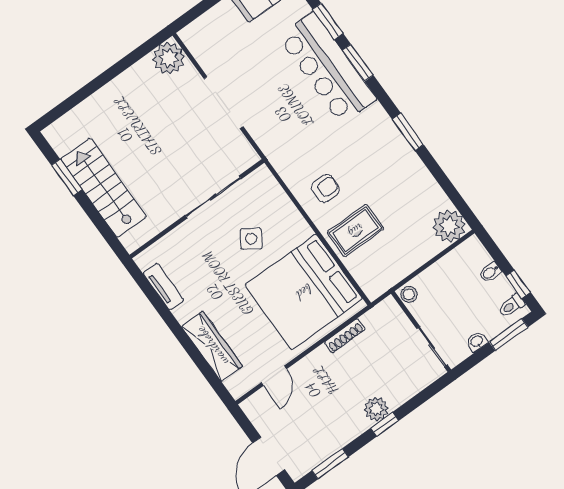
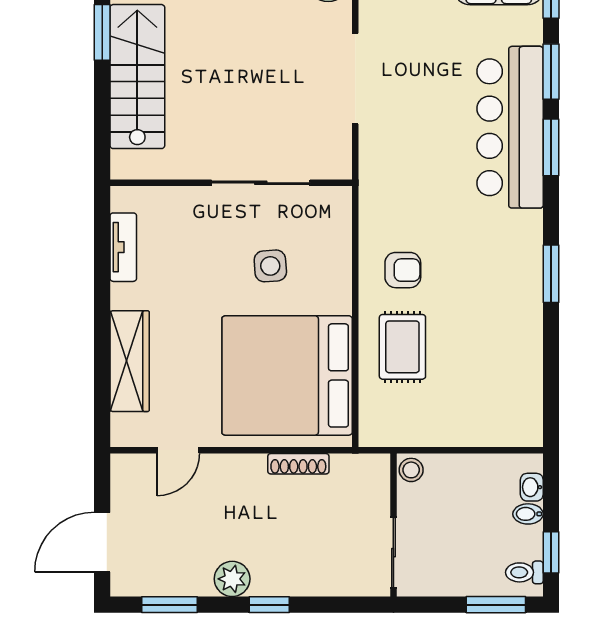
plant: (449, 226) -> (519, 423), removed
rug: (356, 231) -> (402, 347), turned 90
side table: (251, 239) -> (270, 266), turned -38
washbasin: (477, 342) -> (532, 487), moved, turned -90
plant: (376, 409) -> (232, 579), moved

